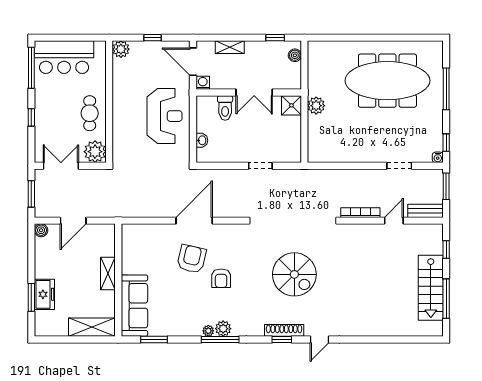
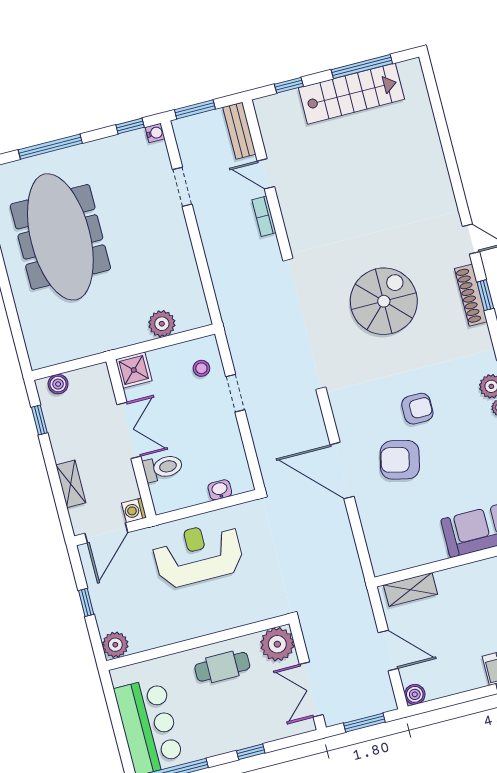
plant: (316, 106) -> (162, 324), moved
stool: (282, 148) -> (201, 368), added
bookcase: (360, 213) -> (264, 216), width x0.64
shelving: (108, 273) -> (410, 590), moved

